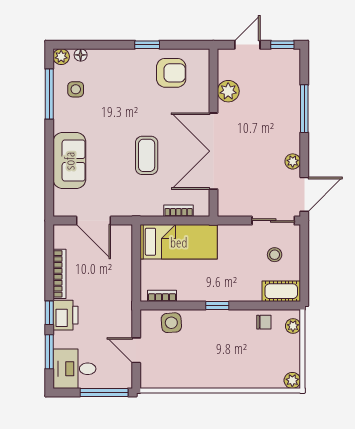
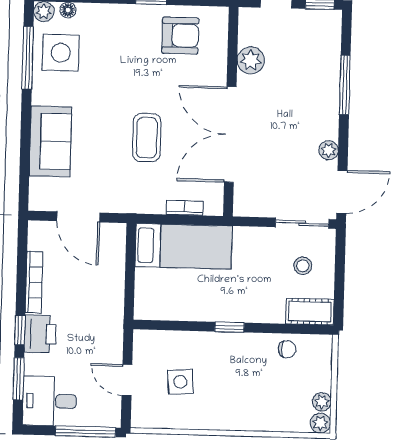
side table: (76, 89) -> (61, 53), width x1.87, depth x1.87
bookcase: (162, 296) -> (161, 313), removed
side table: (171, 323) -> (180, 382), moved
plant: (293, 326) -> (322, 402), moved

